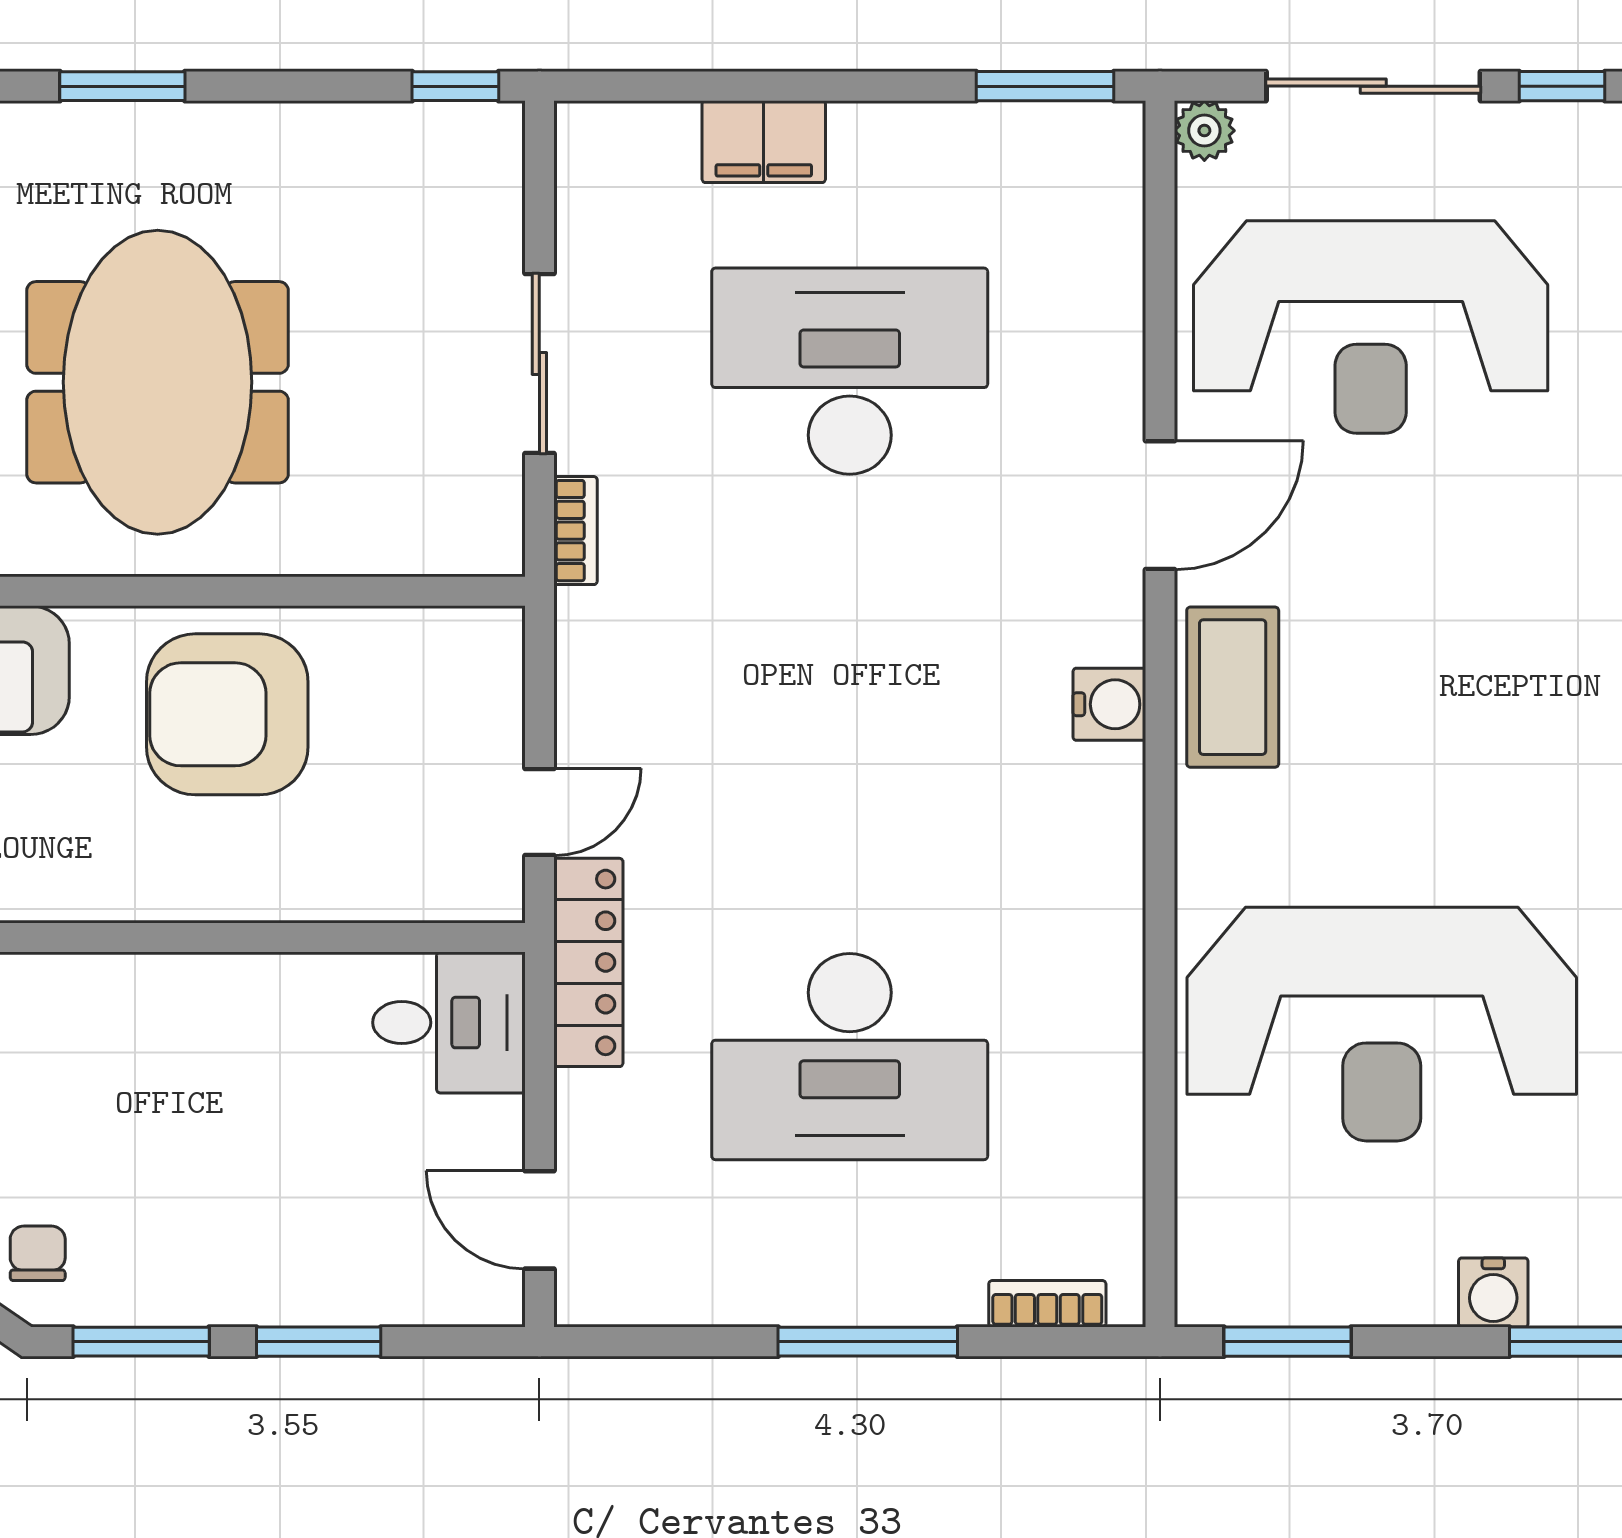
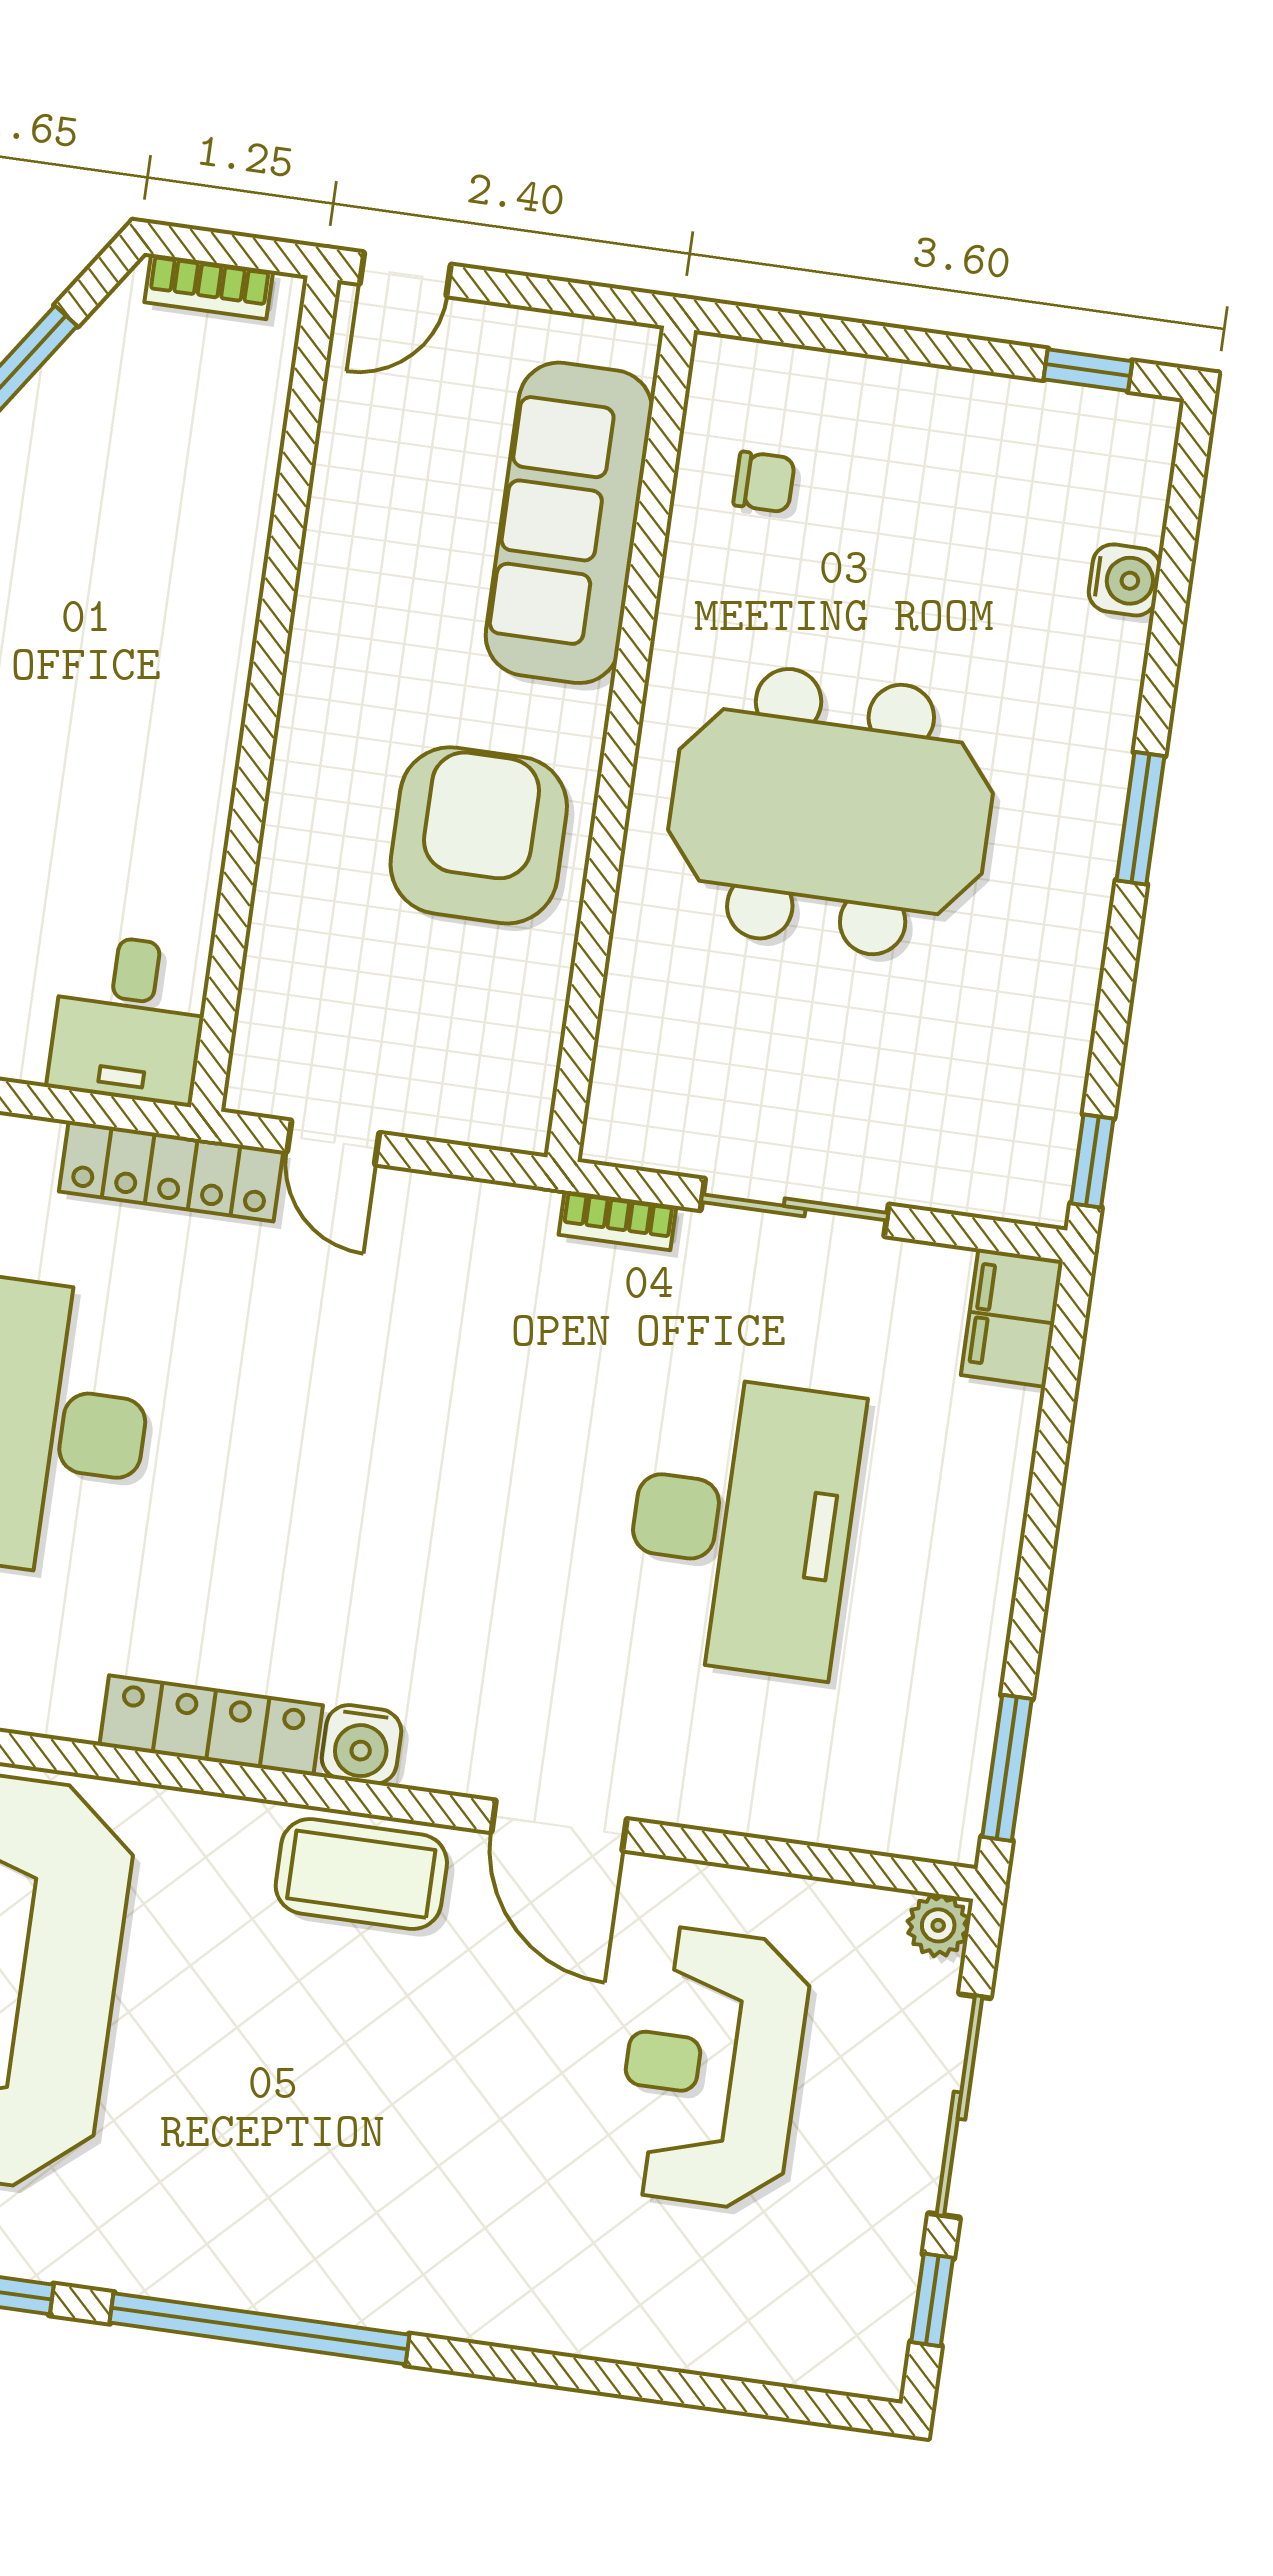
filing cabinet: (764, 142) -> (1012, 1318), moved
reception desk: (1371, 327) -> (712, 2068), width x0.74, depth x0.77
locker: (1111, 850) -> (211, 1725), added

